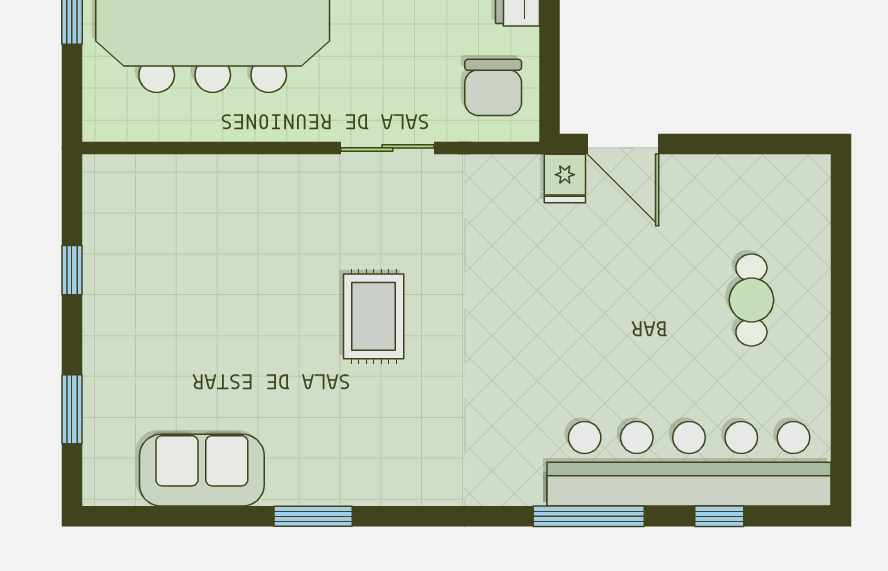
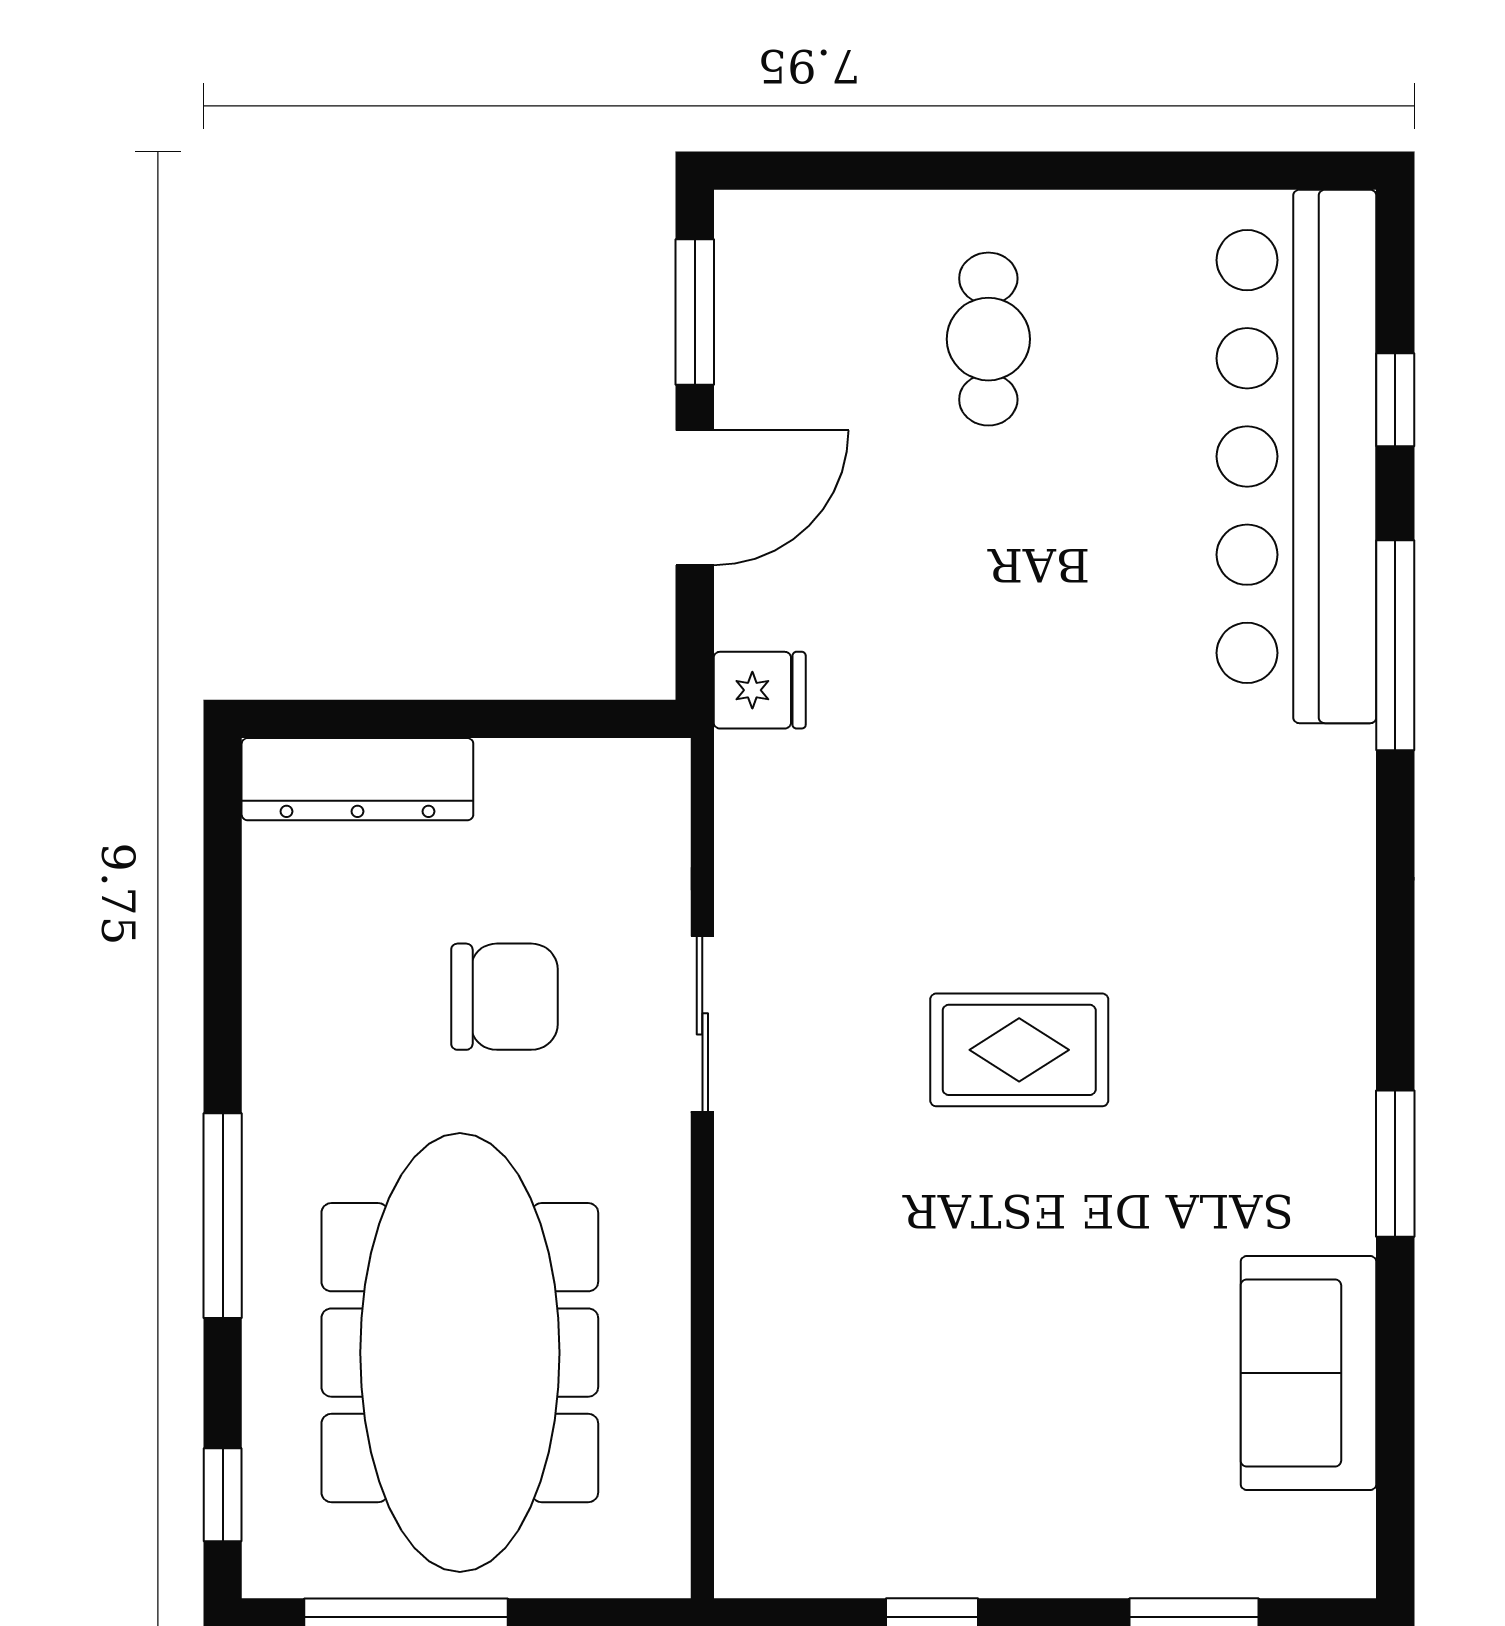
chair: (493, 87) -> (504, 997), moved
door: (623, 144) -> (695, 498), moved
window: (766, 144) -> (695, 312), added
cafe table: (751, 300) -> (988, 339), turned 90

